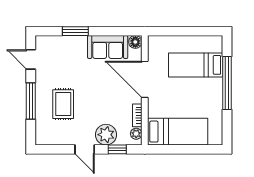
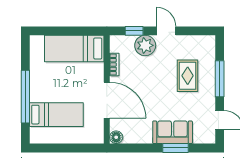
sofa: (108, 47) -> (173, 132), moved
plant: (136, 134) -> (115, 46), removed

